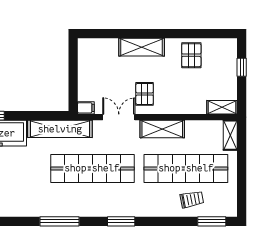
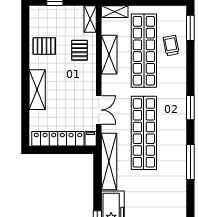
locker: (86, 71) -> (58, 139), added
pallet: (145, 94) -> (80, 50), moved, turned 90
double door: (119, 117) -> (99, 110), swing flipped
shelving: (162, 129) -> (109, 55), moved

